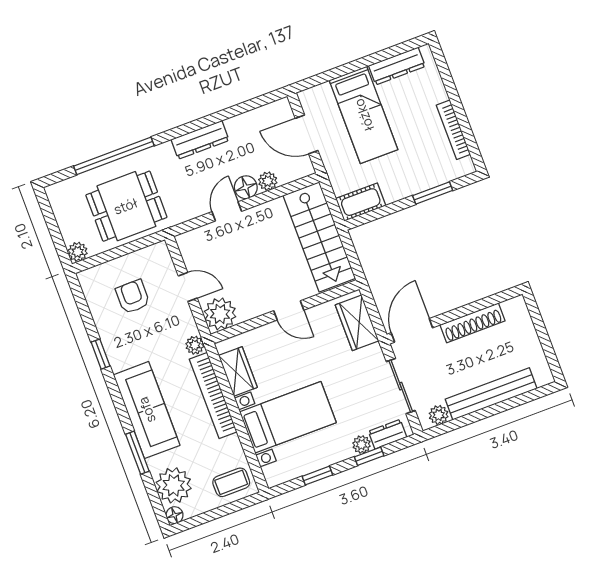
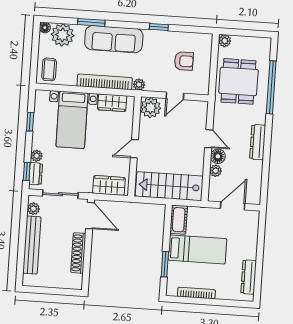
bed: (364, 115) -> (197, 249), moved, turned 180
window: (369, 456) -> (27, 171), moved

